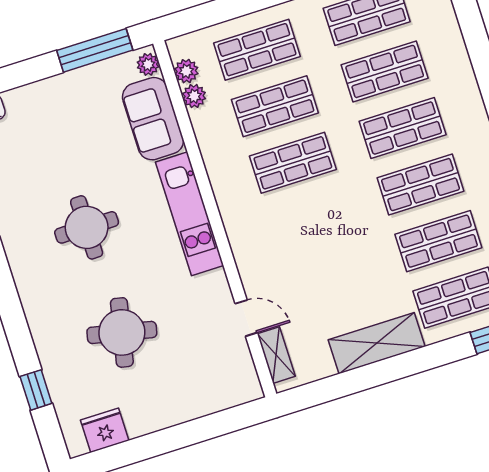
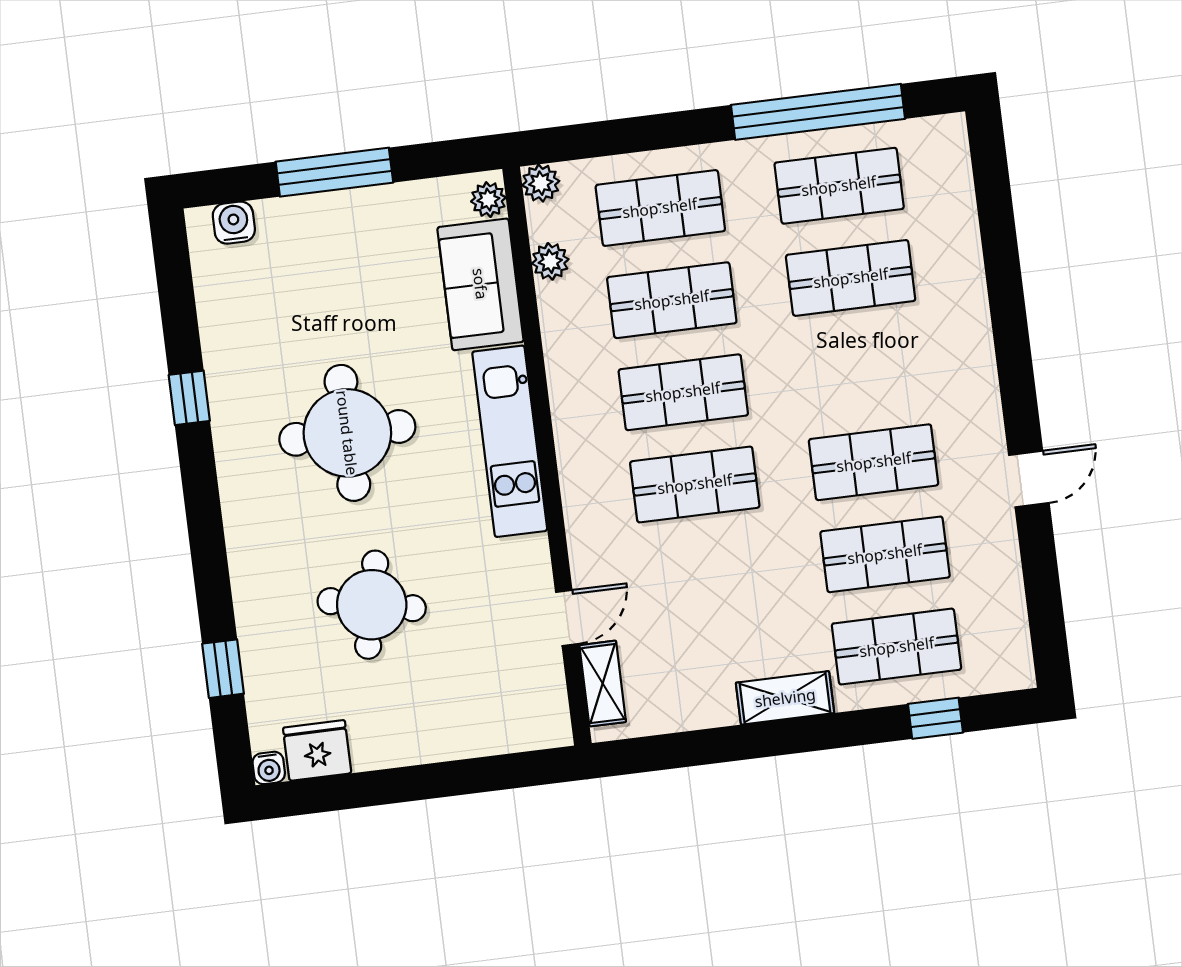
window: (95, 50) -> (334, 172), moved
plant: (186, 71) -> (541, 183), moved
shop shelf: (403, 128) -> (695, 484), moved
round table: (87, 227) -> (347, 433), width x1.36, depth x1.36
door: (246, 318) -> (567, 618), hinge flipped
shelving: (377, 343) -> (785, 698), width x0.67, depth x0.75
water cooler: (76, 447) -> (269, 768), added

